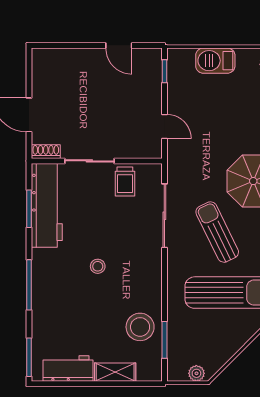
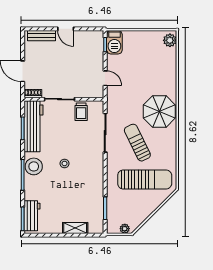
door: (119, 45) -> (66, 29), moved
bench: (60, 57) -> (42, 36), added
barbecue: (215, 61) -> (114, 42), moved, turned -90
stool: (140, 327) -> (34, 166), moved
workbench: (68, 369) -> (32, 216), moved, turned 90

